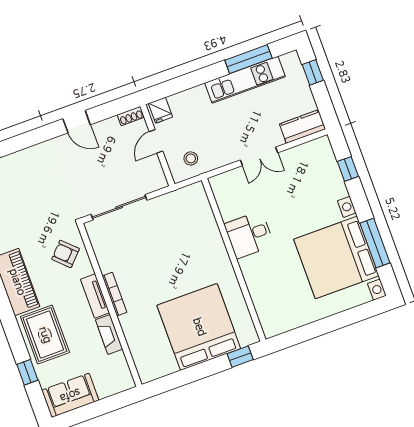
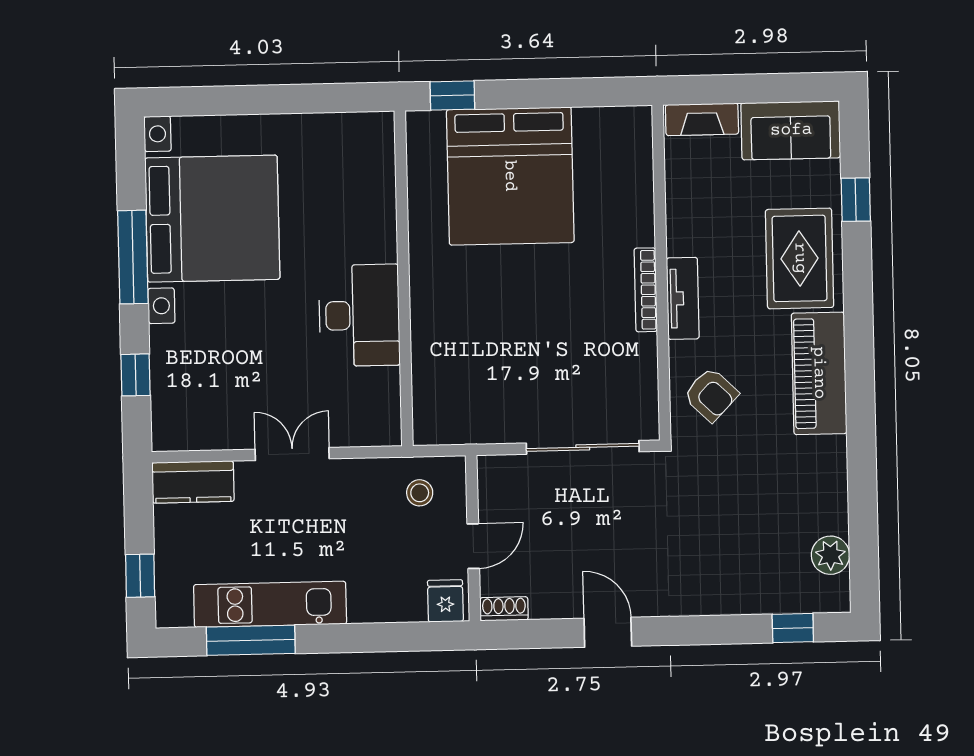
desk: (249, 235) -> (359, 315), width x1.37
window: (375, 243) -> (133, 257), moved
fireplace: (109, 334) -> (702, 119), moved, turned 90

